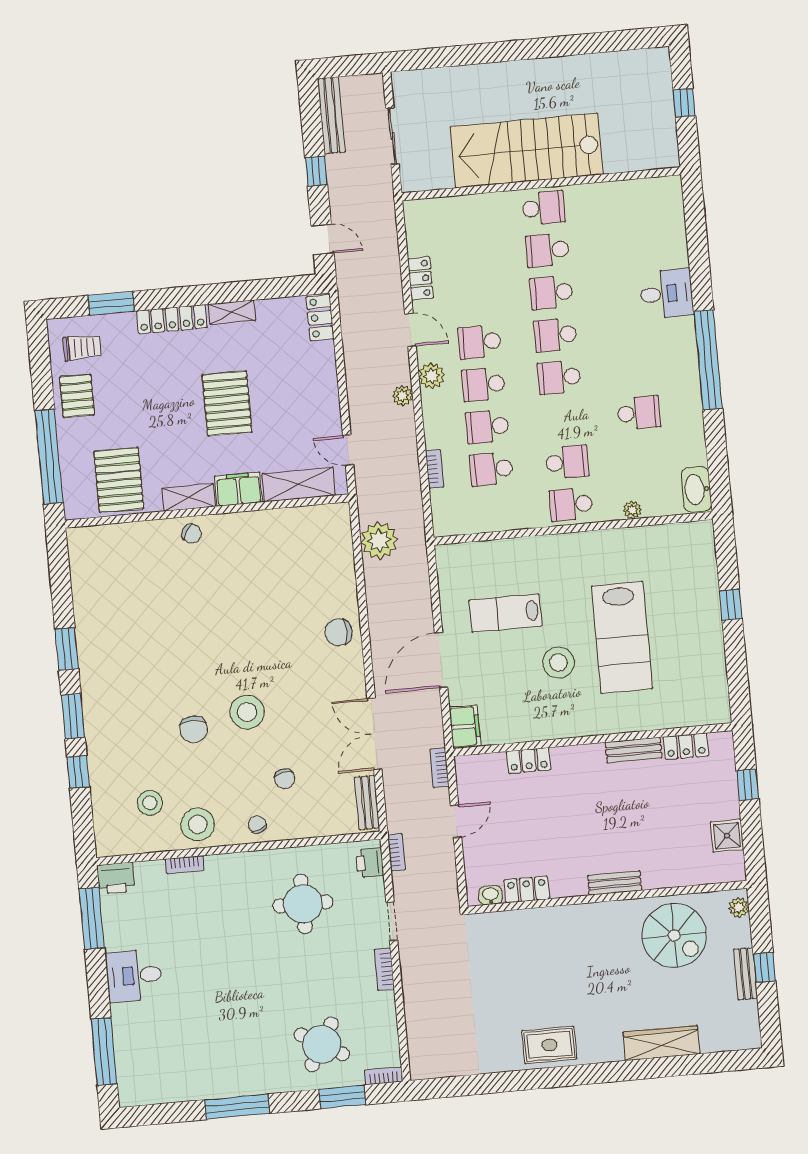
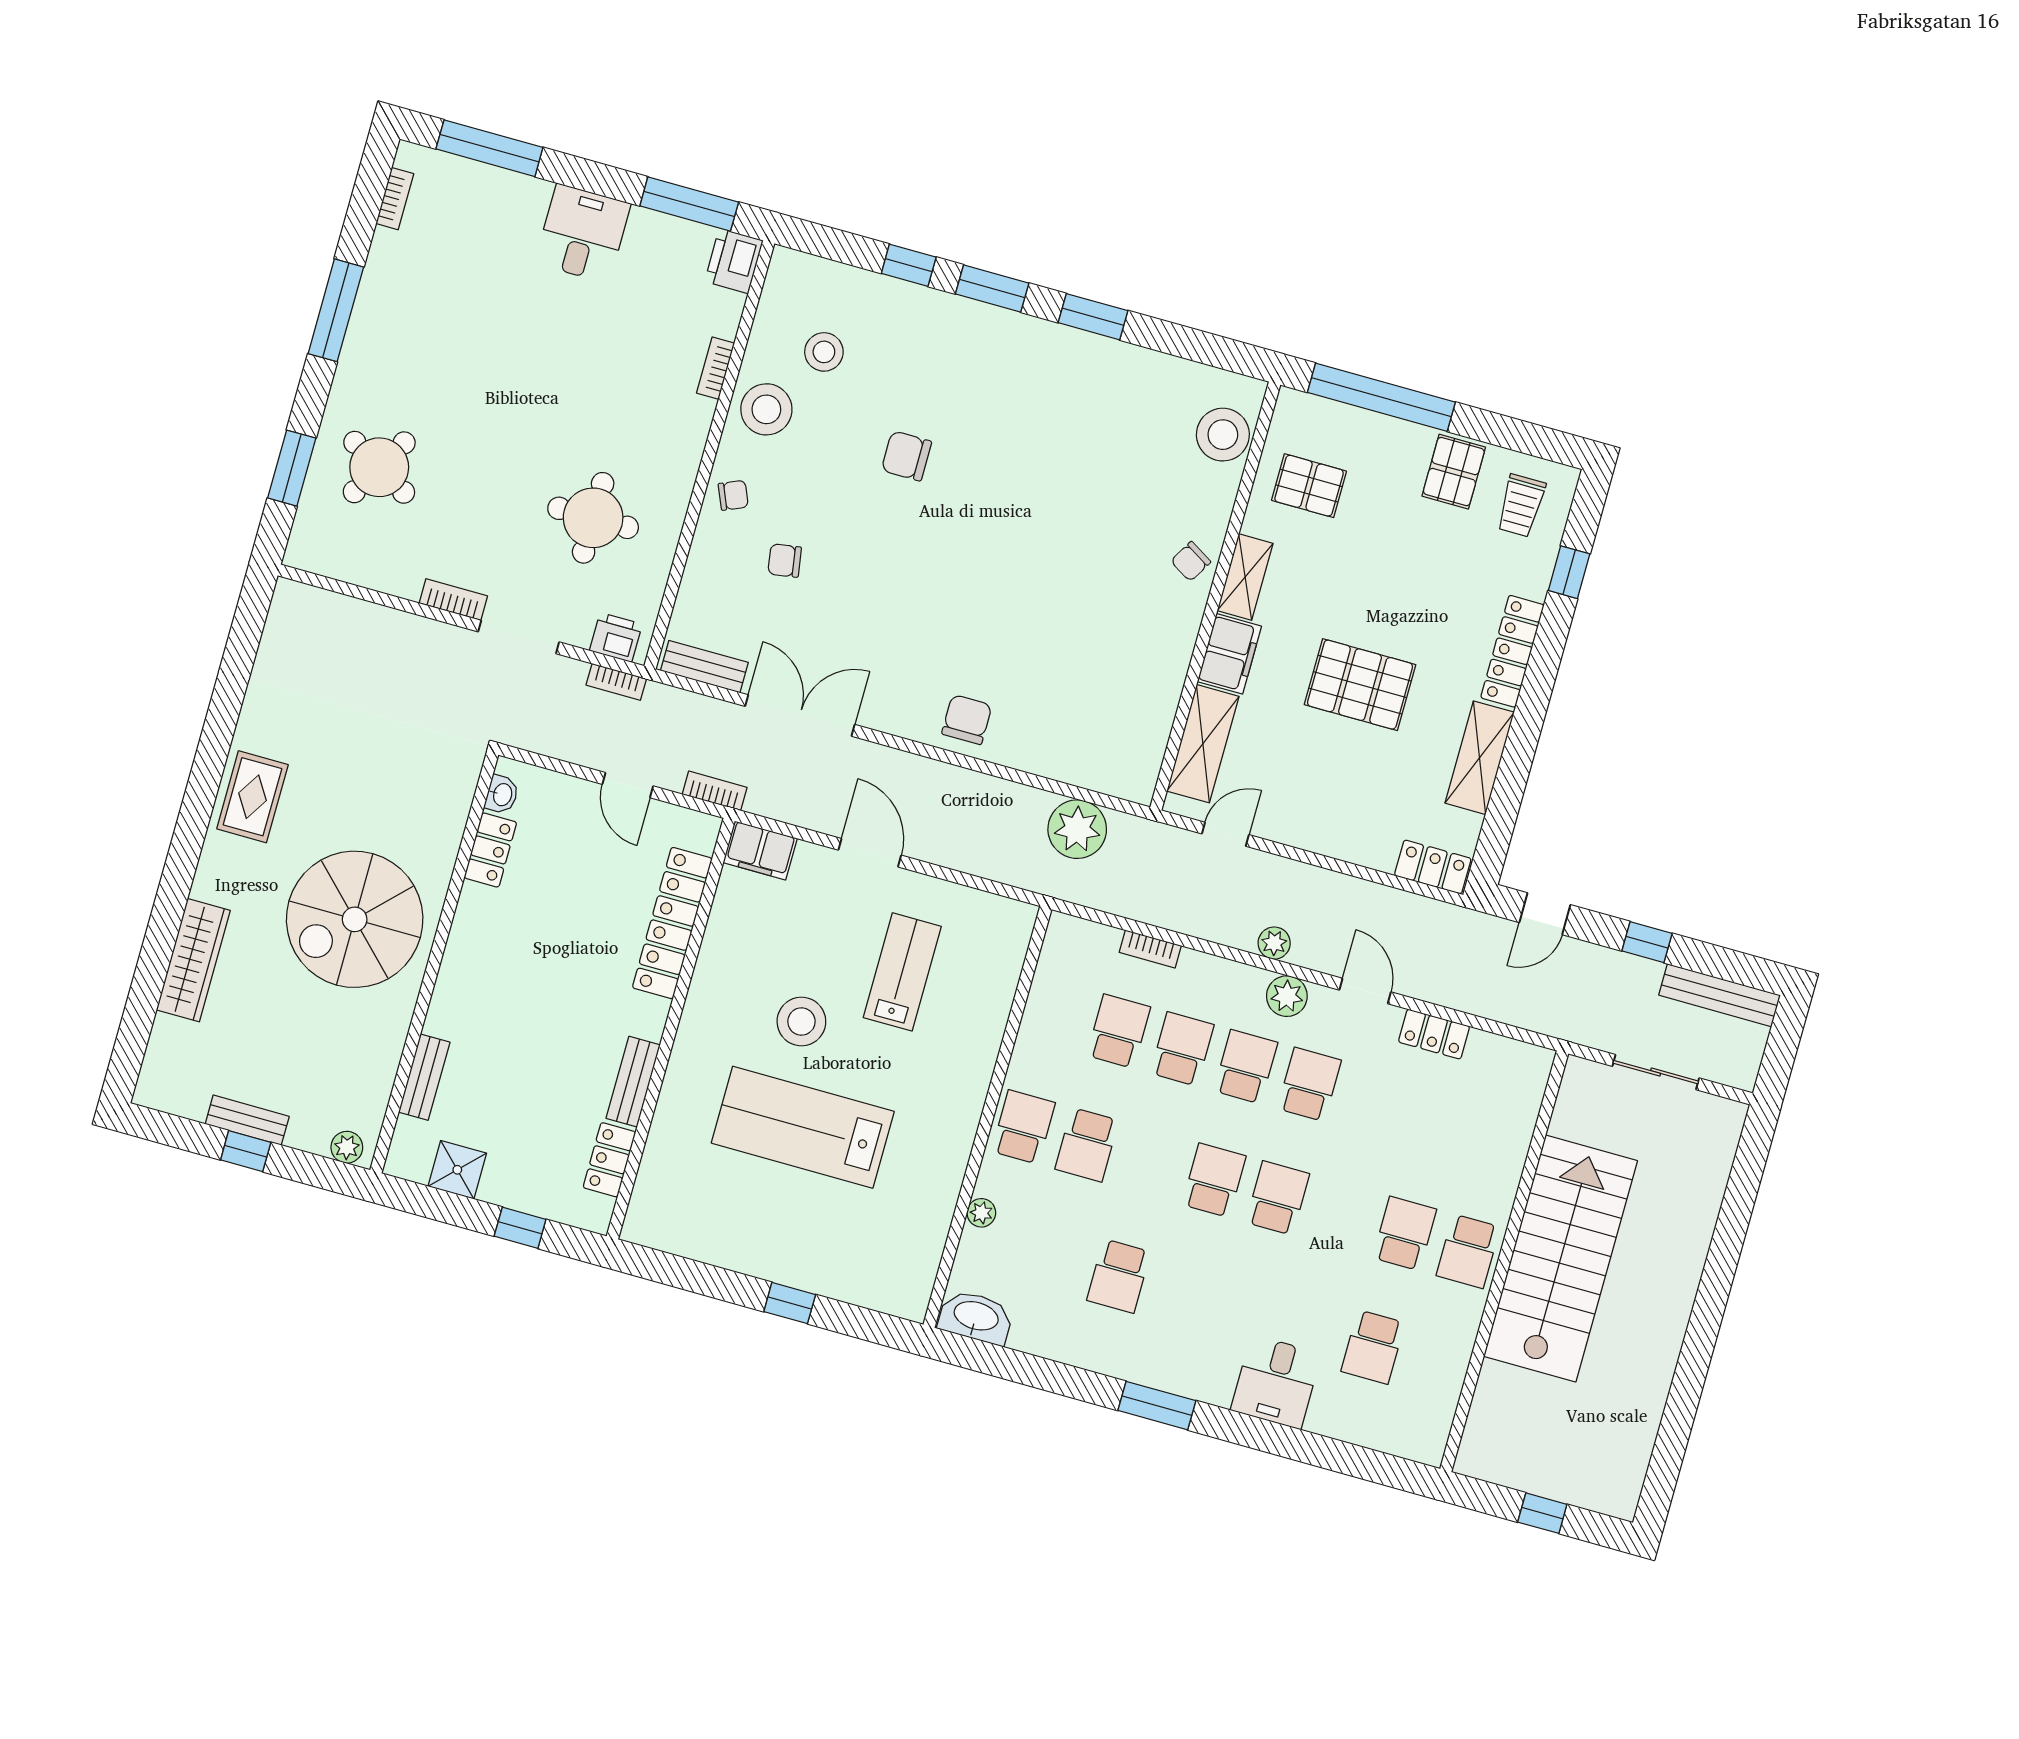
school desk: (551, 293) -> (1373, 1347), moved, turned 180
window: (111, 303) -> (1569, 572), width x0.67
shelving: (232, 312) -> (1480, 758), width x1.50, depth x1.33
door: (410, 330) -> (1365, 991), swing flipped
window: (708, 360) -> (1157, 1406), width x0.47
pallet: (77, 396) -> (1454, 472), turned 90
pallet: (119, 480) -> (1309, 486), width x0.67, depth x0.71
door: (441, 660) -> (870, 853), width x0.73
stool: (247, 712) -> (1223, 435), moved
locker: (529, 761) -> (672, 923), width x2.16, depth x1.21
bench: (615, 883) -> (424, 1077), moved
doorway: (392, 921) -> (519, 637), width x1.38
spiral stairs: (674, 935) -> (355, 919), moved, width x1.37, depth x1.37
bookcase: (384, 1076) -> (395, 199), moved

